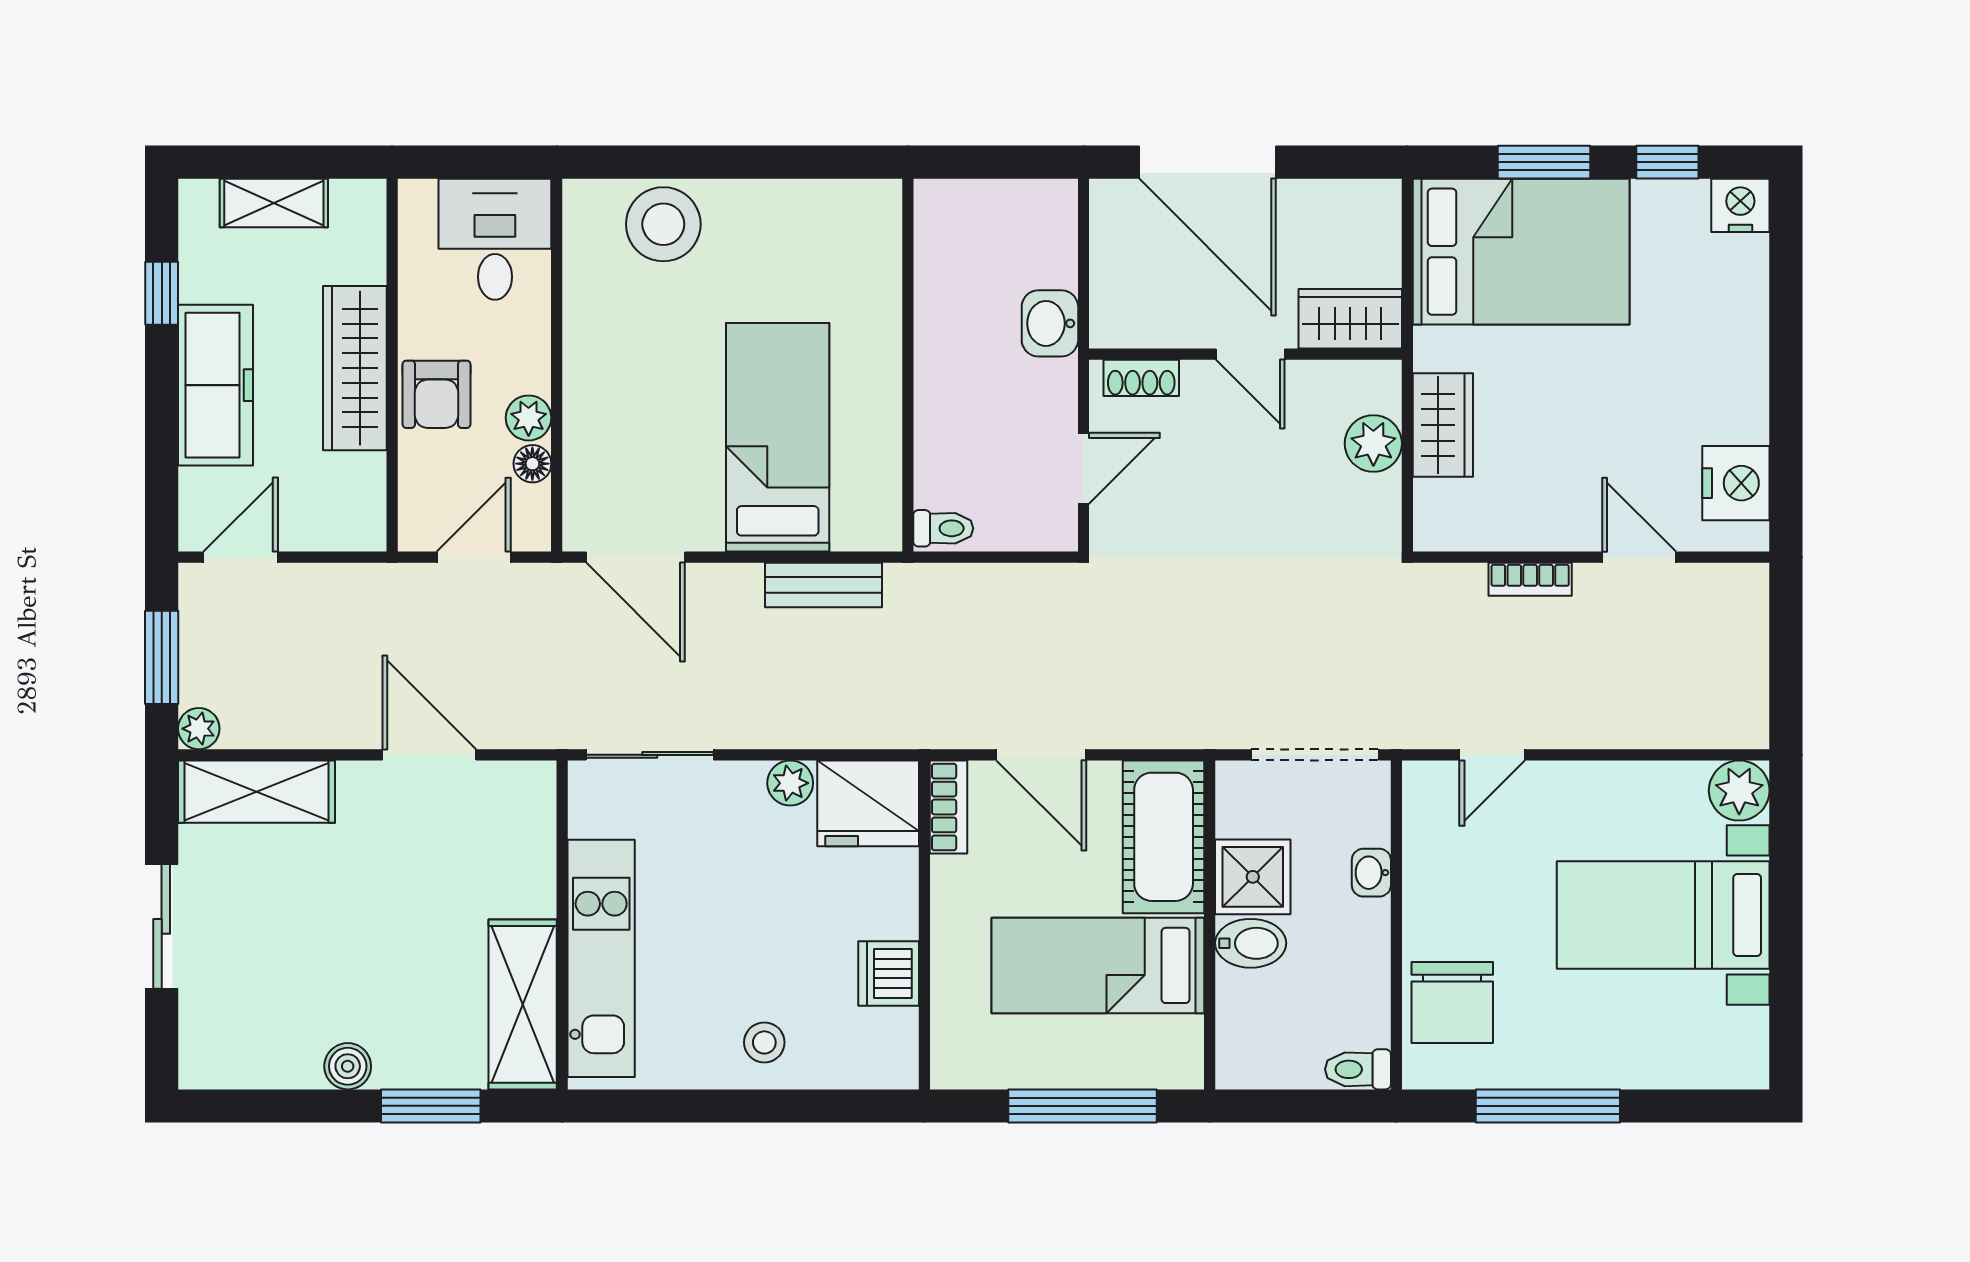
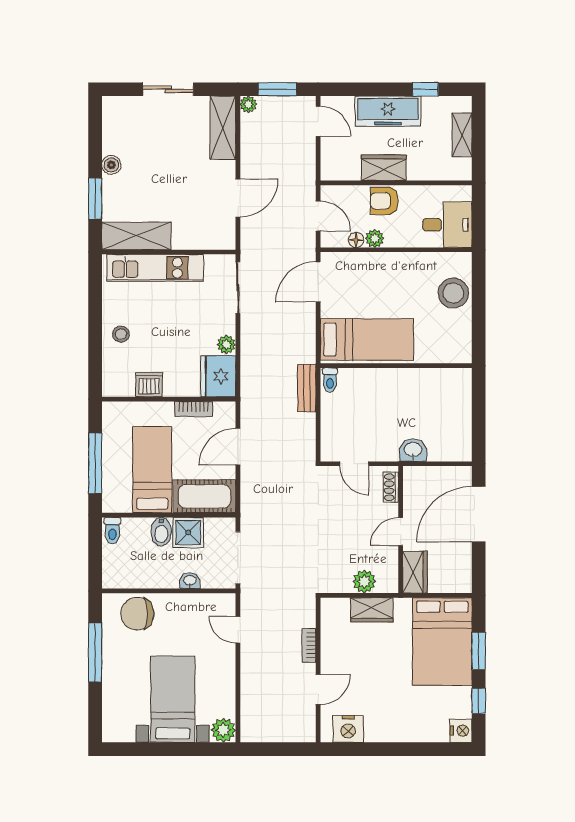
wall: (908, 365) -> (396, 366), moved
wardrobe: (355, 368) -> (384, 168), width x0.67
toilet: (943, 528) -> (330, 380), moved
bench: (823, 585) -> (307, 388), moved
bookcase: (949, 807) -> (194, 409), moved
toilet: (1358, 1069) -> (112, 531), moved, turned 180

